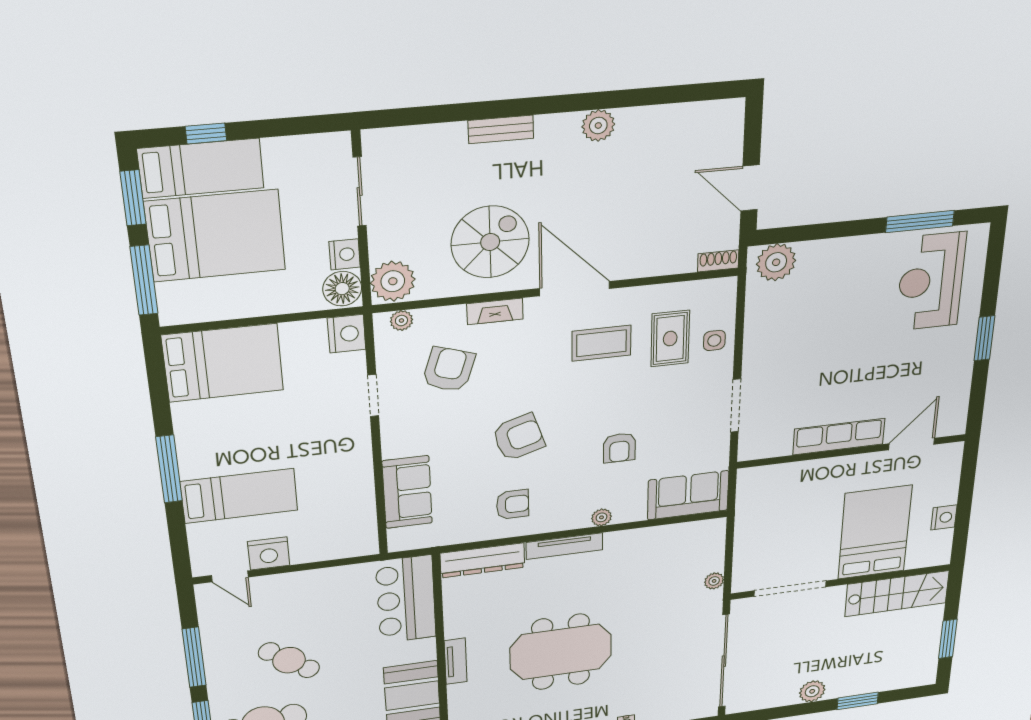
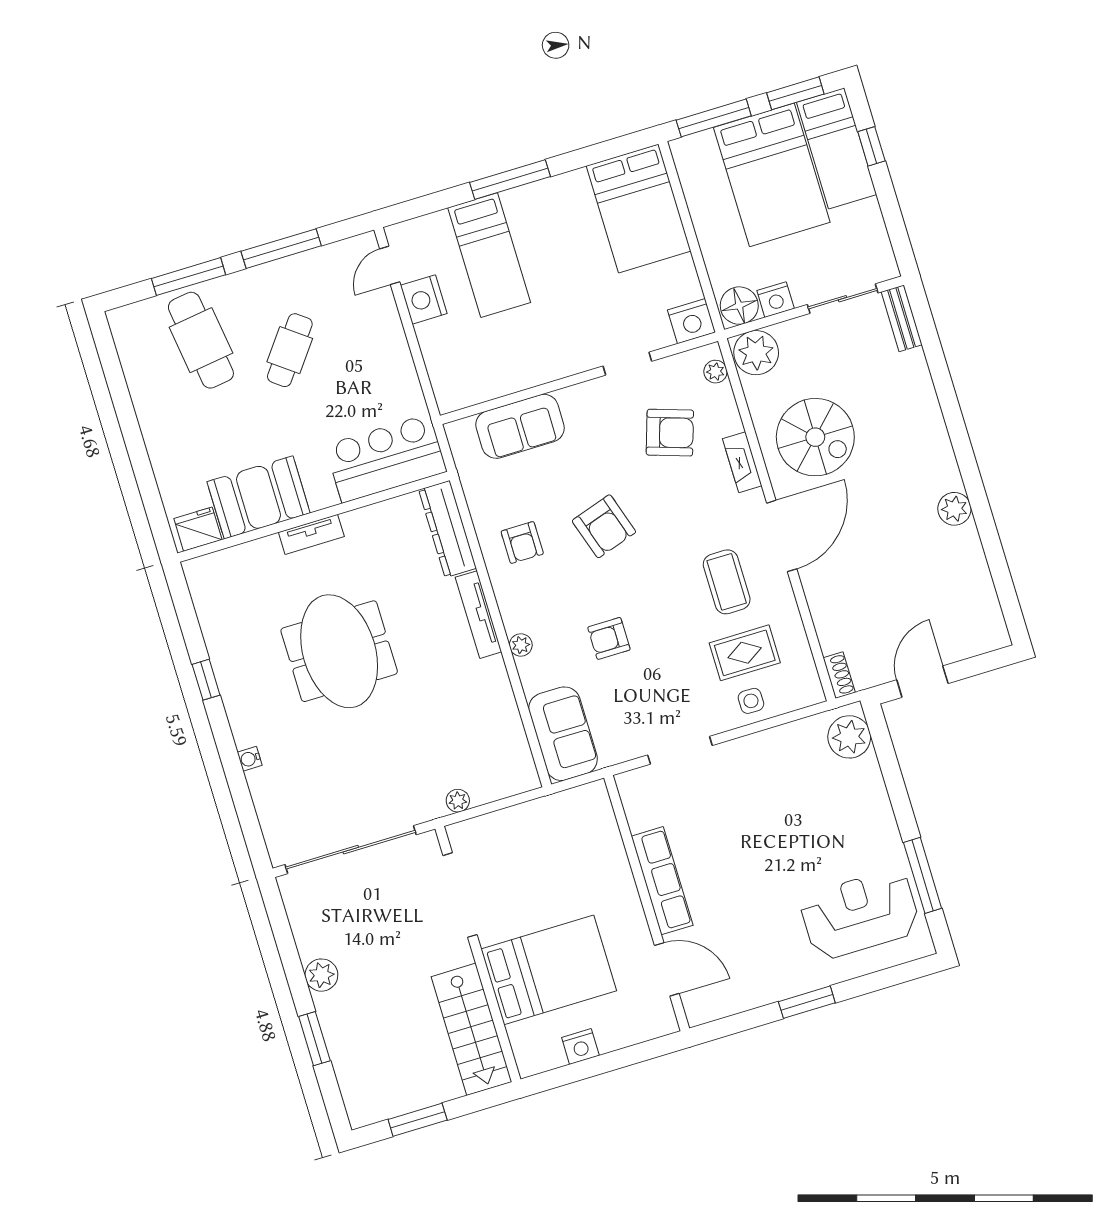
bench: (501, 129) -> (902, 318), moved

